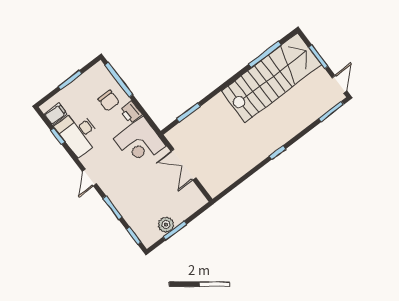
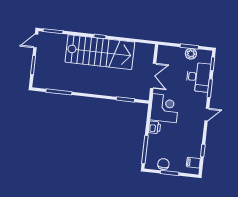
stairs: (271, 78) -> (100, 52), moved, turned 180
chair: (109, 101) -> (163, 164), moved
desk: (78, 133) -> (198, 77), moved

